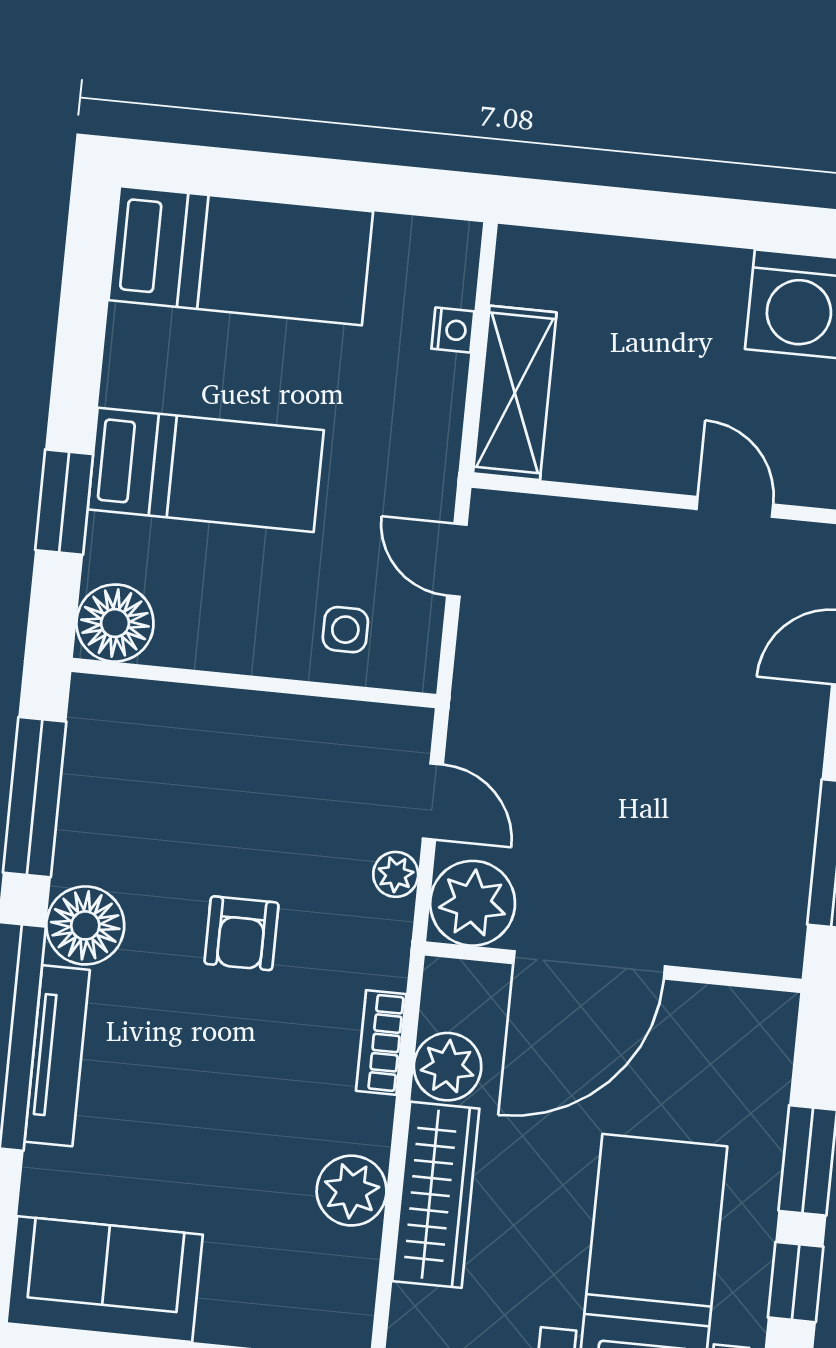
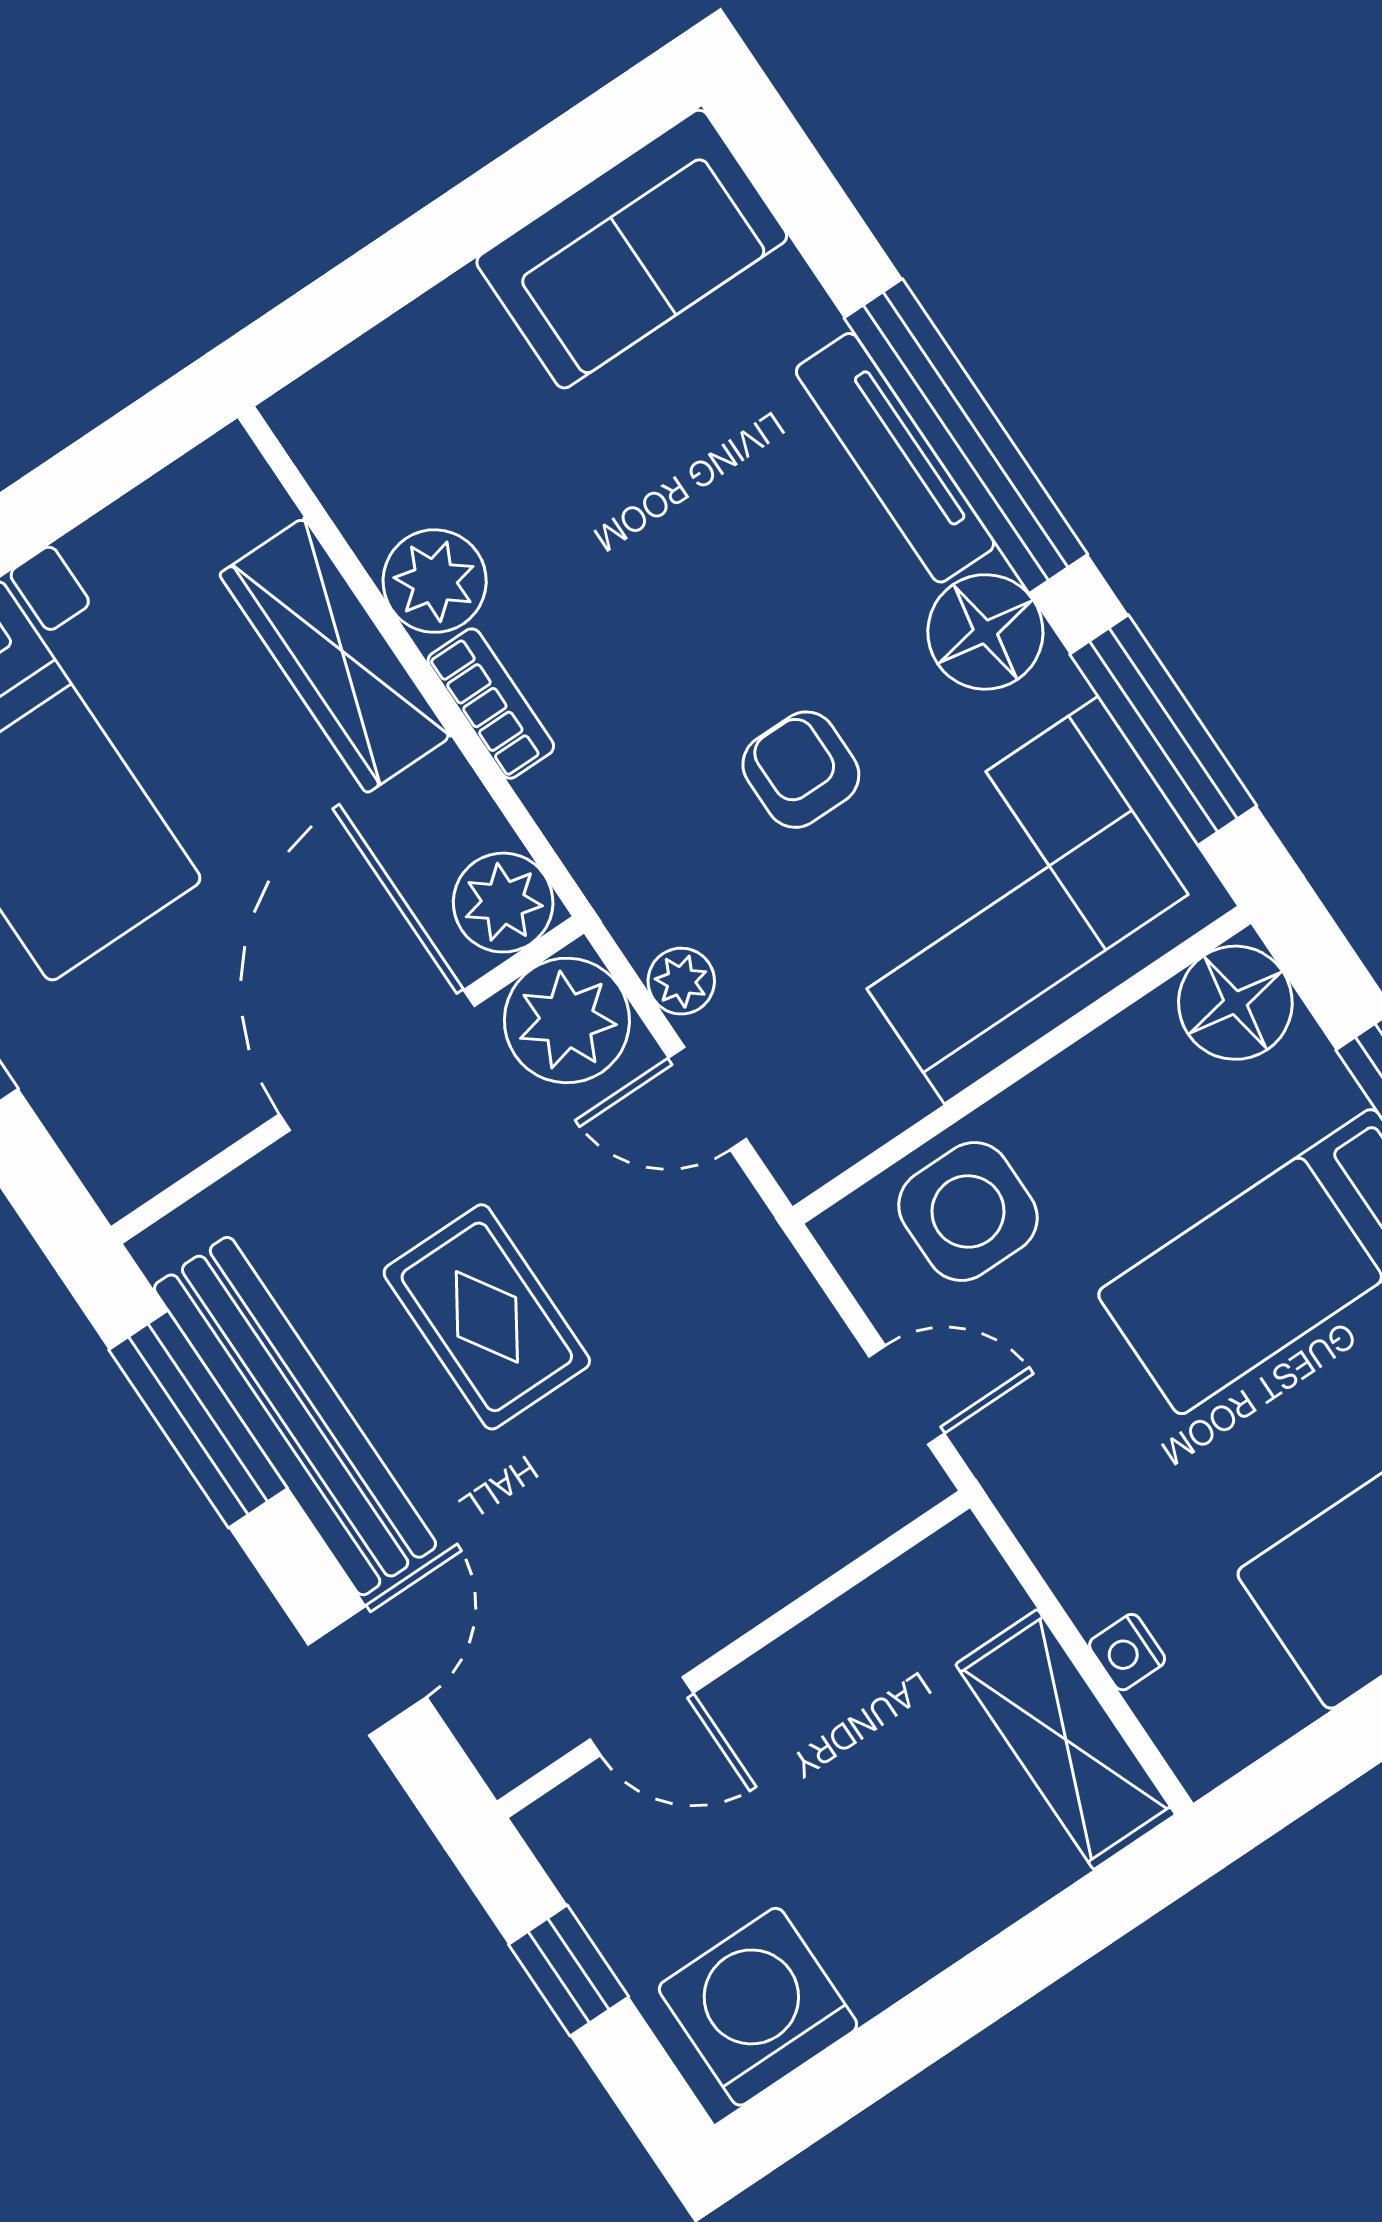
shelving: (515, 393) -> (1066, 1739), moved
side table: (345, 630) -> (968, 1212), width x1.87, depth x1.87
corner sofa: (183, 770) -> (1021, 900), added
rug: (643, 783) -> (487, 1317), added
bench: (786, 814) -> (295, 1416), added
bookcase: (381, 1042) -> (491, 704), moved
plant: (448, 1067) -> (503, 903), moved

